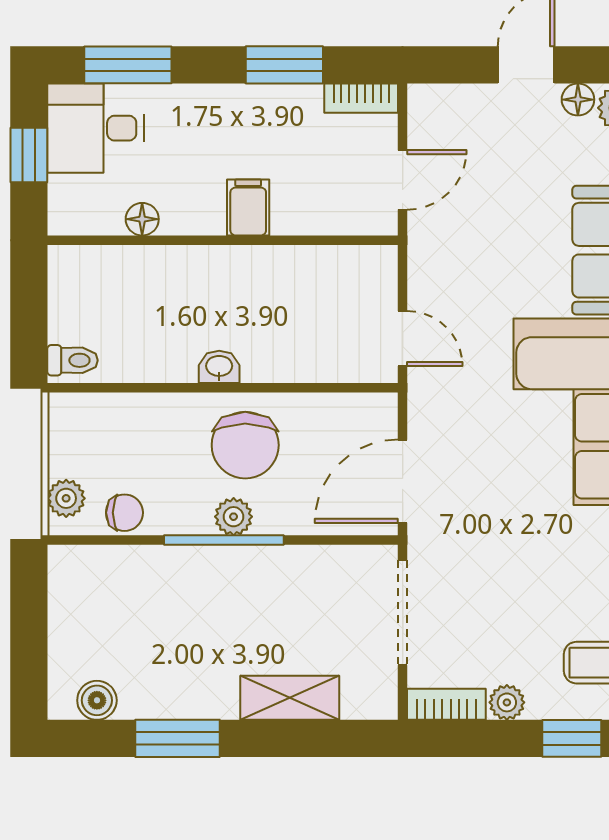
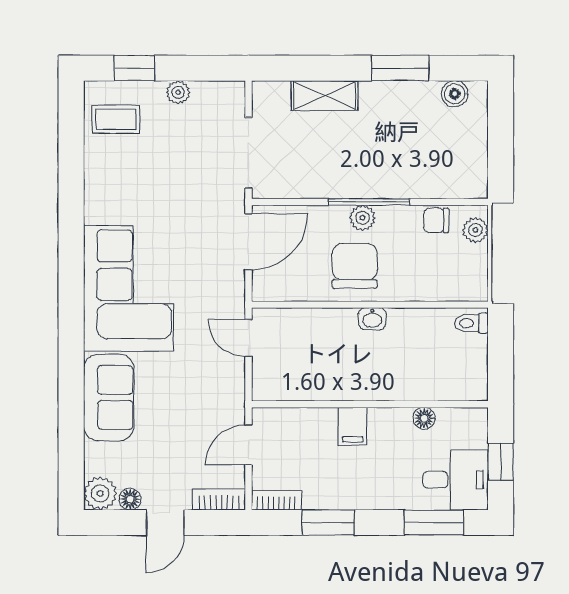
bookcase: (446, 704) -> (219, 499), moved, turned 180

